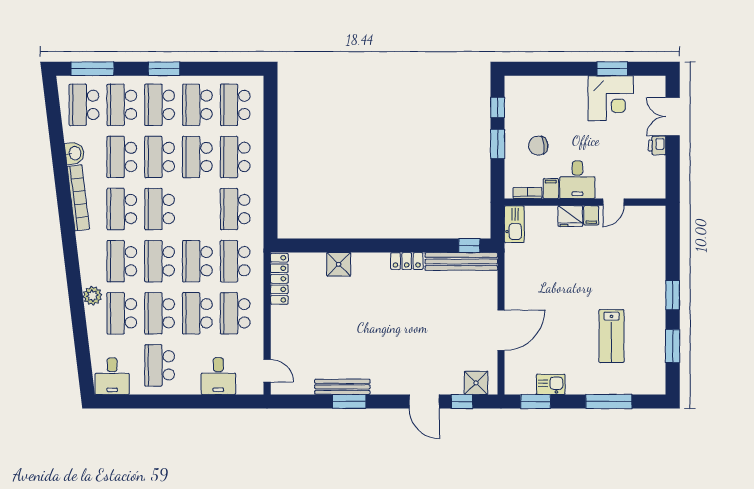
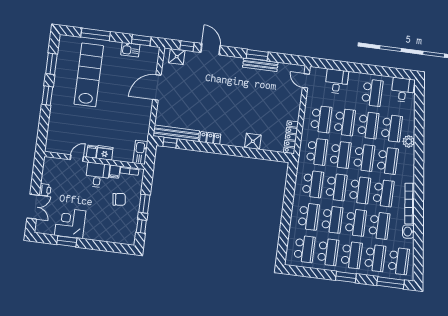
school desk: (197, 209) -> (336, 187), added
lab bench: (611, 336) -> (89, 75), width x1.86, depth x1.39

